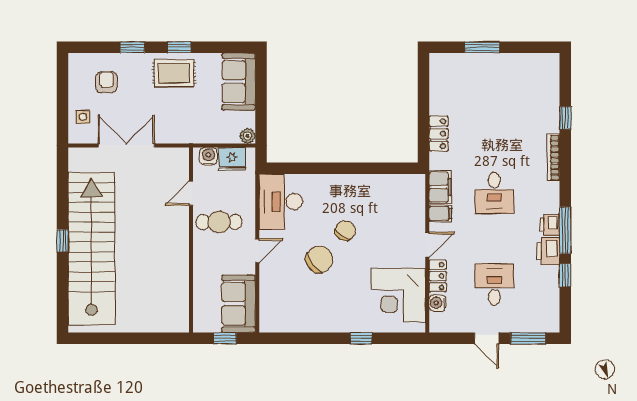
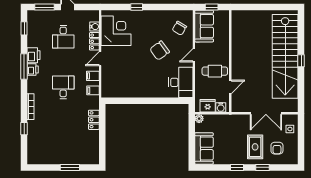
rug: (174, 73) -> (255, 147), moved, turned 90
filing cabinet: (440, 187) -> (93, 90), width x0.50
chair: (345, 231) -> (179, 28), moved
window: (565, 275) -> (24, 28), moved

